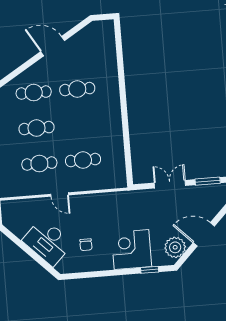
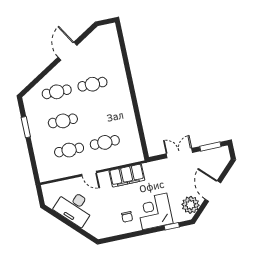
door: (53, 46) -> (67, 51), hinge flipped
filing cabinet: (104, 203) -> (127, 175), added
door: (204, 234) -> (213, 191), hinge flipped
desk: (48, 242) -> (74, 207), moved
chair: (86, 245) -> (127, 217), moved

